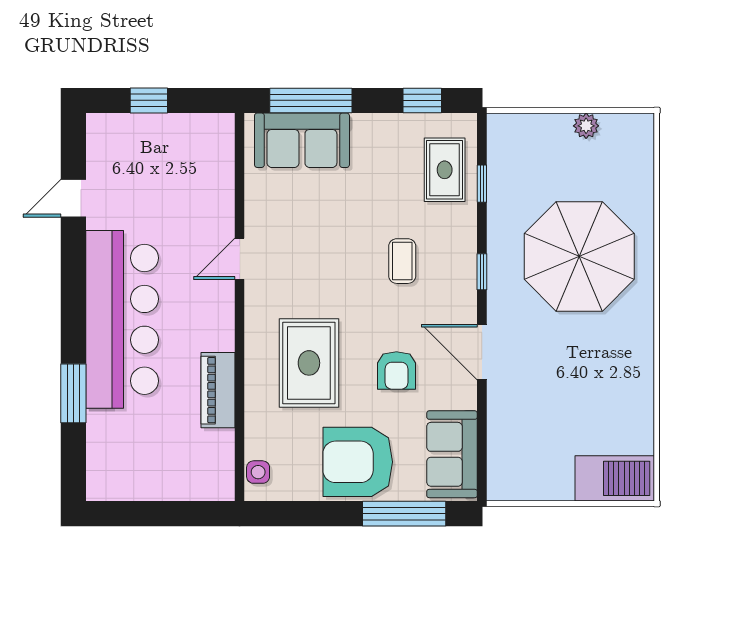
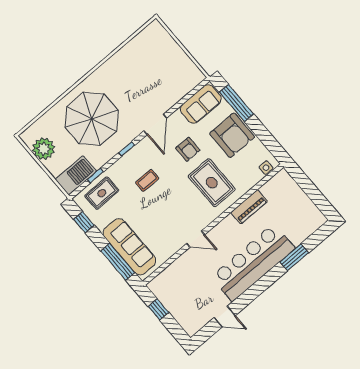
window: (149, 100) -> (158, 309), moved
plant: (586, 126) -> (44, 149), width x1.87, depth x1.87
sofa: (302, 140) -> (129, 247), width x1.36
rug: (309, 363) -> (212, 183), turned 90
armchair: (396, 370) -> (188, 149), turned 90
barbecue: (615, 478) -> (76, 175), moved, turned 90

